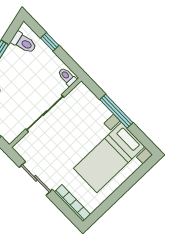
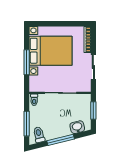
window: (50, 42) -> (27, 124), width x2.17
bed with nightstands: (109, 157) -> (50, 51), width x1.36

